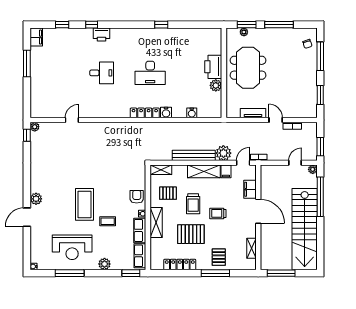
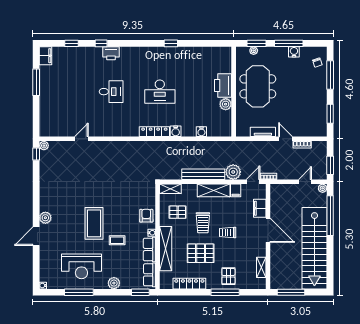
water cooler: (284, 33) -> (294, 52), added
shelving: (156, 223) -> (166, 249), width x1.47

